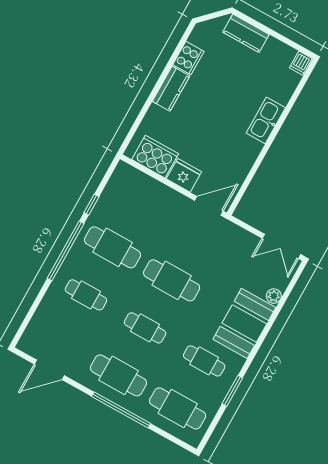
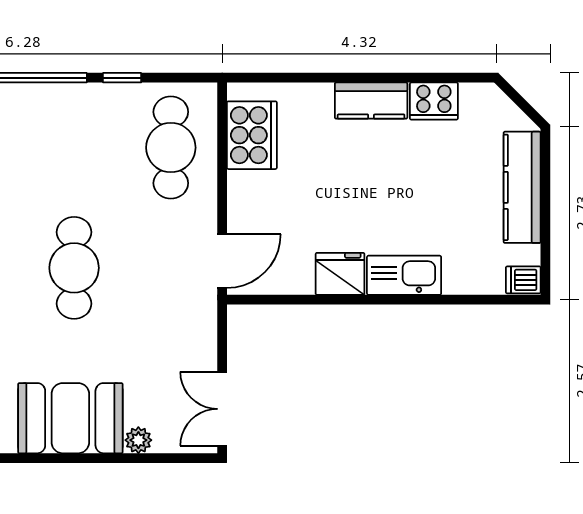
kitchen counter: (246, 33) -> (522, 187), width x1.50
fridge: (184, 175) -> (340, 274), moved, turned -90
door: (209, 206) -> (222, 261), hinge flipped
cafe table: (113, 247) -> (171, 148), moved

